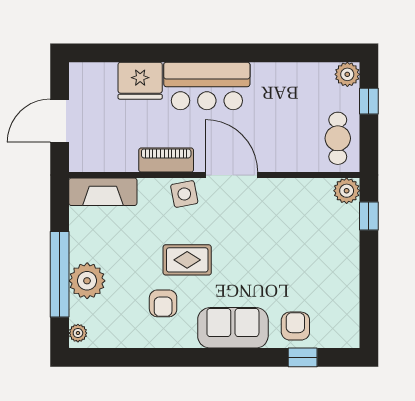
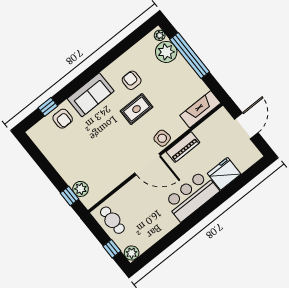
plant: (347, 191) -> (81, 189), moved
plant: (87, 281) -> (166, 52), moved

